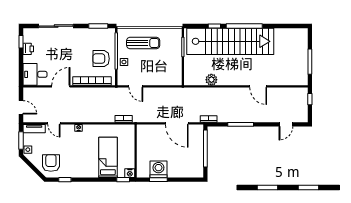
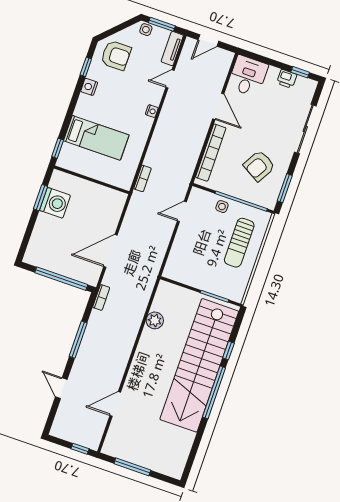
armchair: (101, 59) -> (259, 166), moved, turned -150
door: (258, 86) -> (115, 404), moved
door: (286, 124) -> (61, 388), moved
nightstand: (130, 173) -> (89, 87), moved

